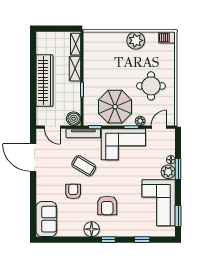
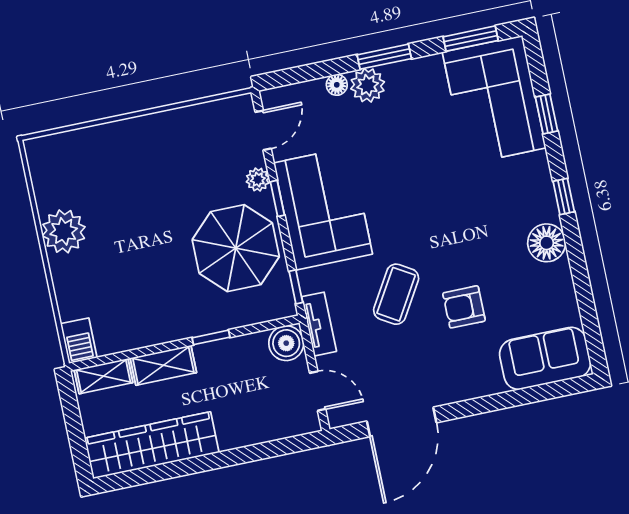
barbecue: (167, 37) -> (79, 341), moved
wardrobe: (45, 81) -> (152, 445), moved
round table: (151, 86) -> (167, 171), removed
door: (52, 127) -> (318, 391), hinge flipped
door: (159, 127) -> (263, 130), swing flipped
tv unit: (83, 133) -> (319, 324), width x0.71
window: (178, 169) -> (384, 57), moved
corner sofa: (159, 203) -> (494, 100), moved, turned 90
armchair: (107, 205) -> (481, 217), removed

